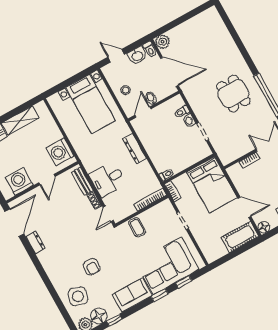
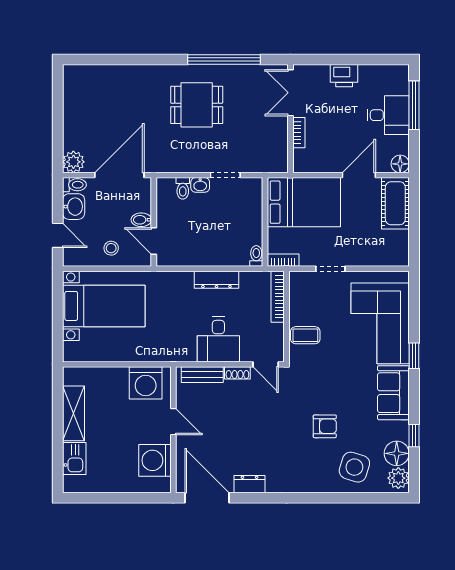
door: (116, 56) -> (58, 235), swing flipped
dresser: (135, 149) -> (216, 280), moved
window: (184, 282) -> (414, 313), removed

